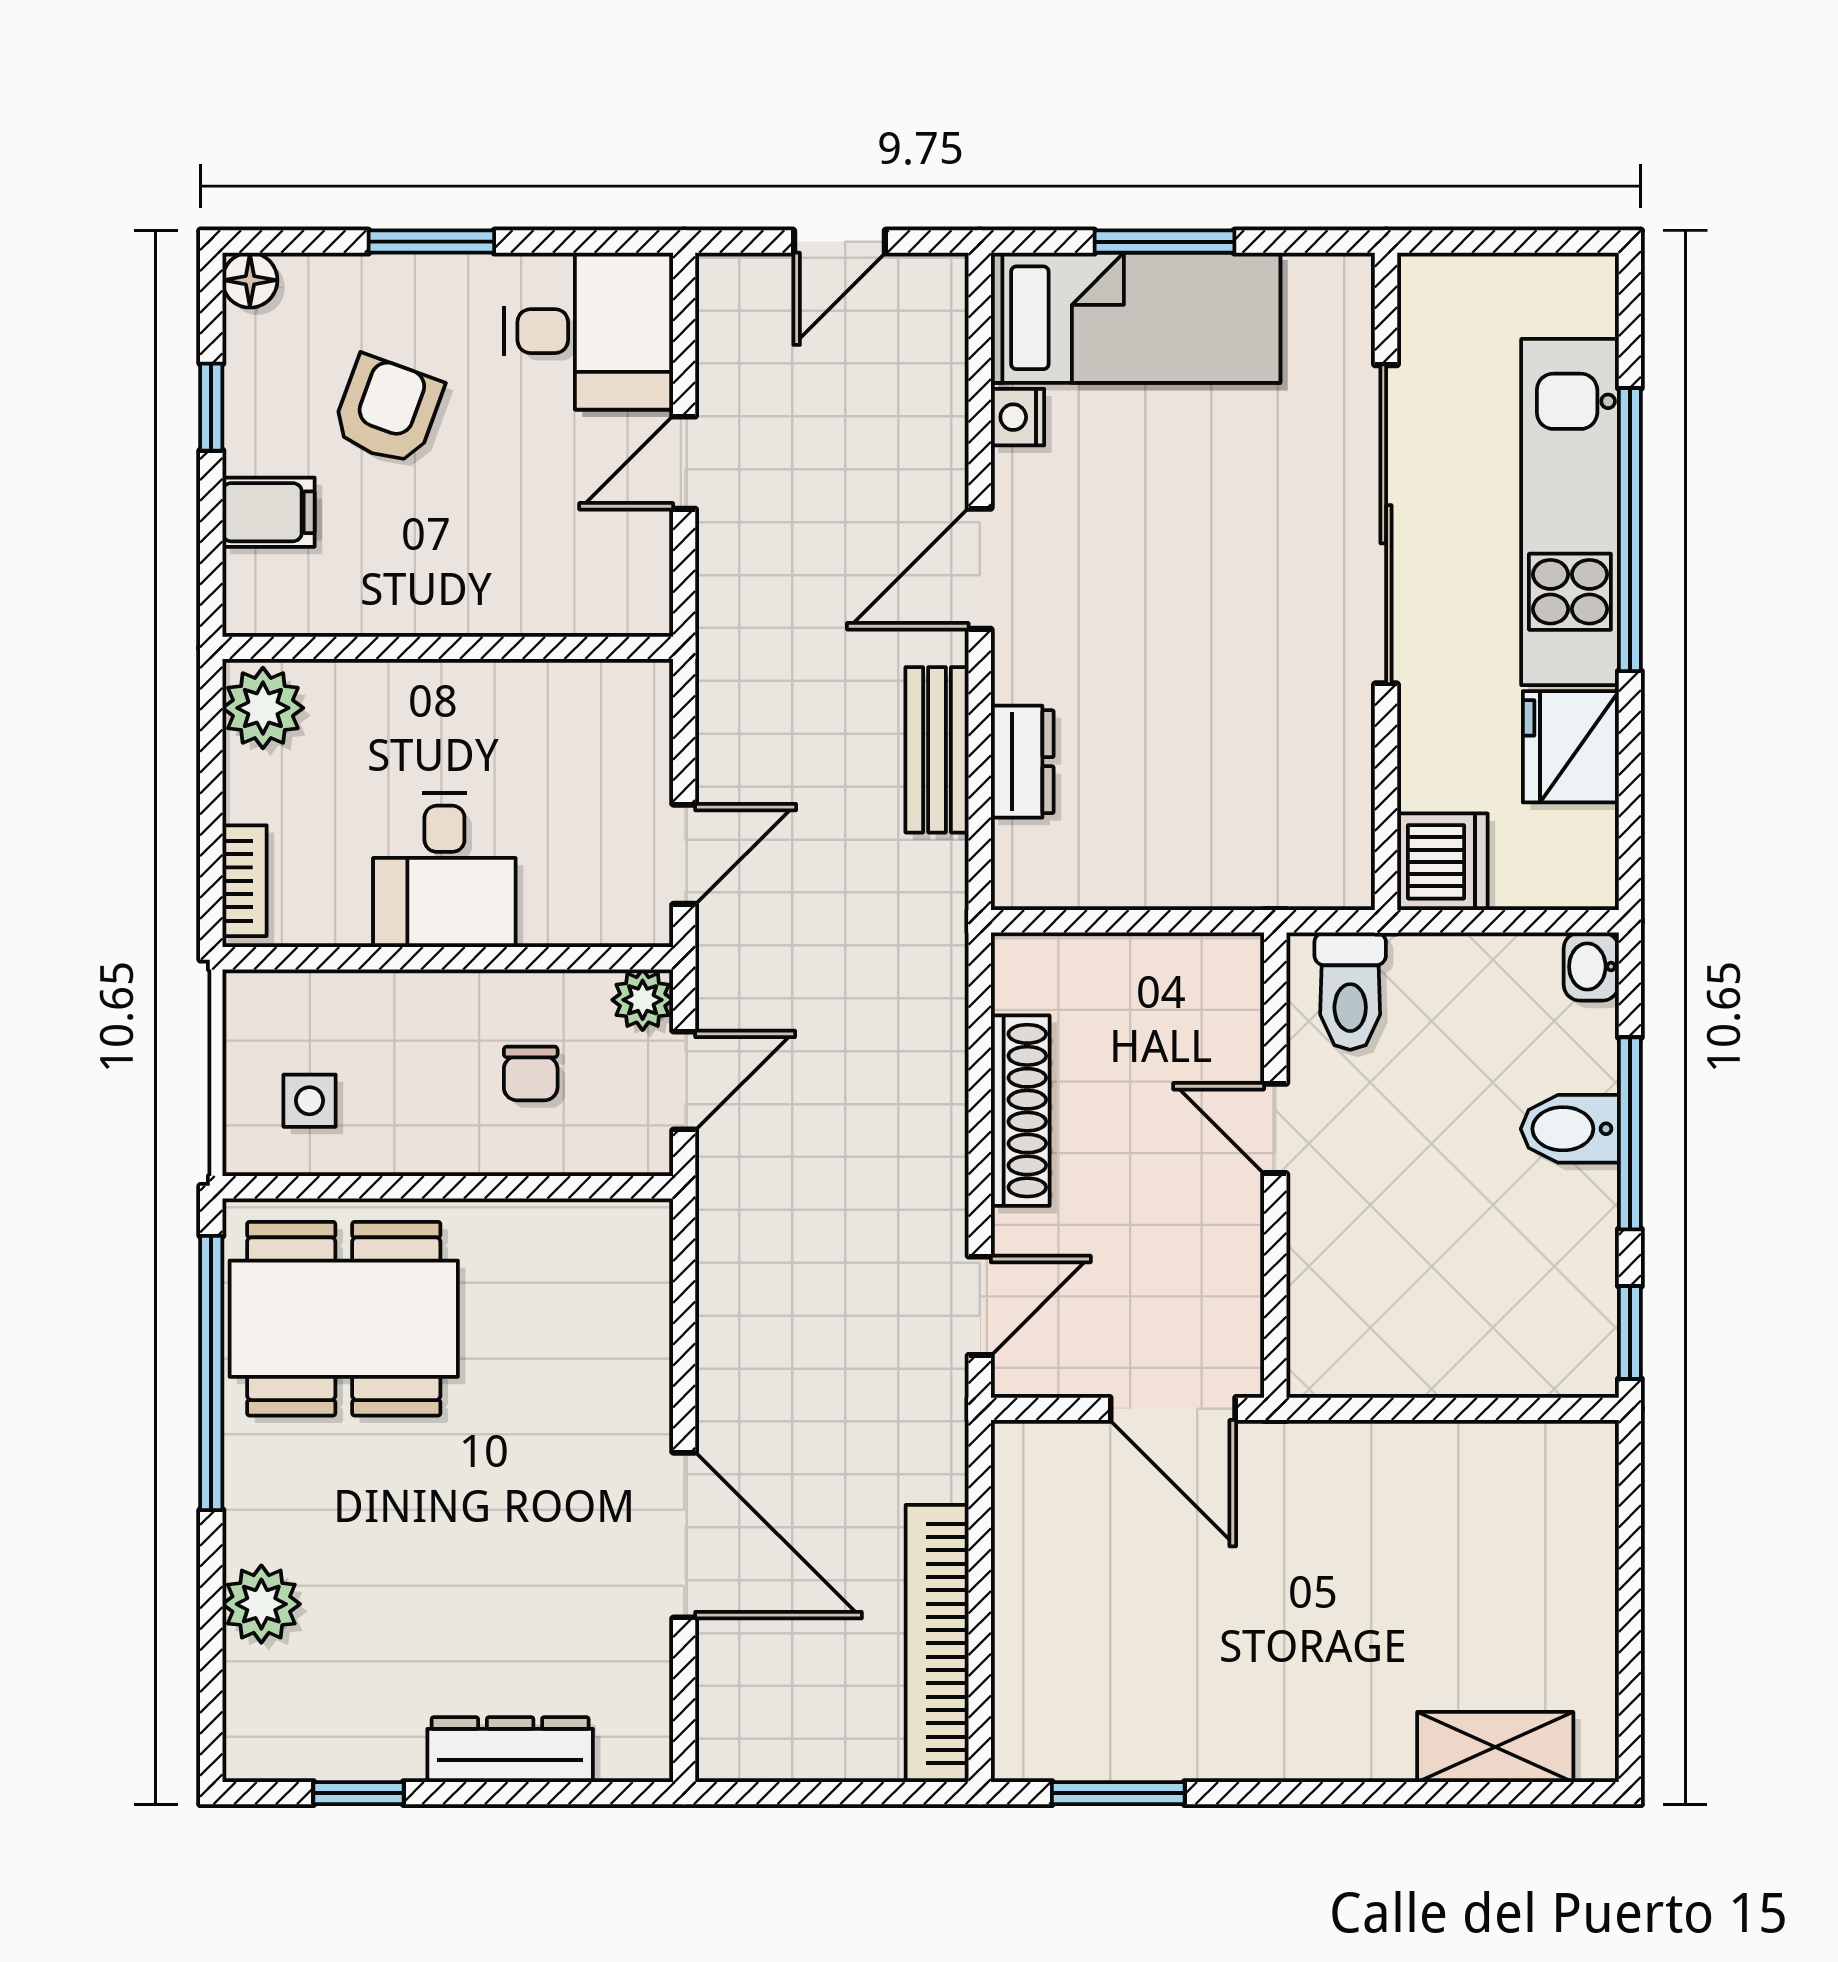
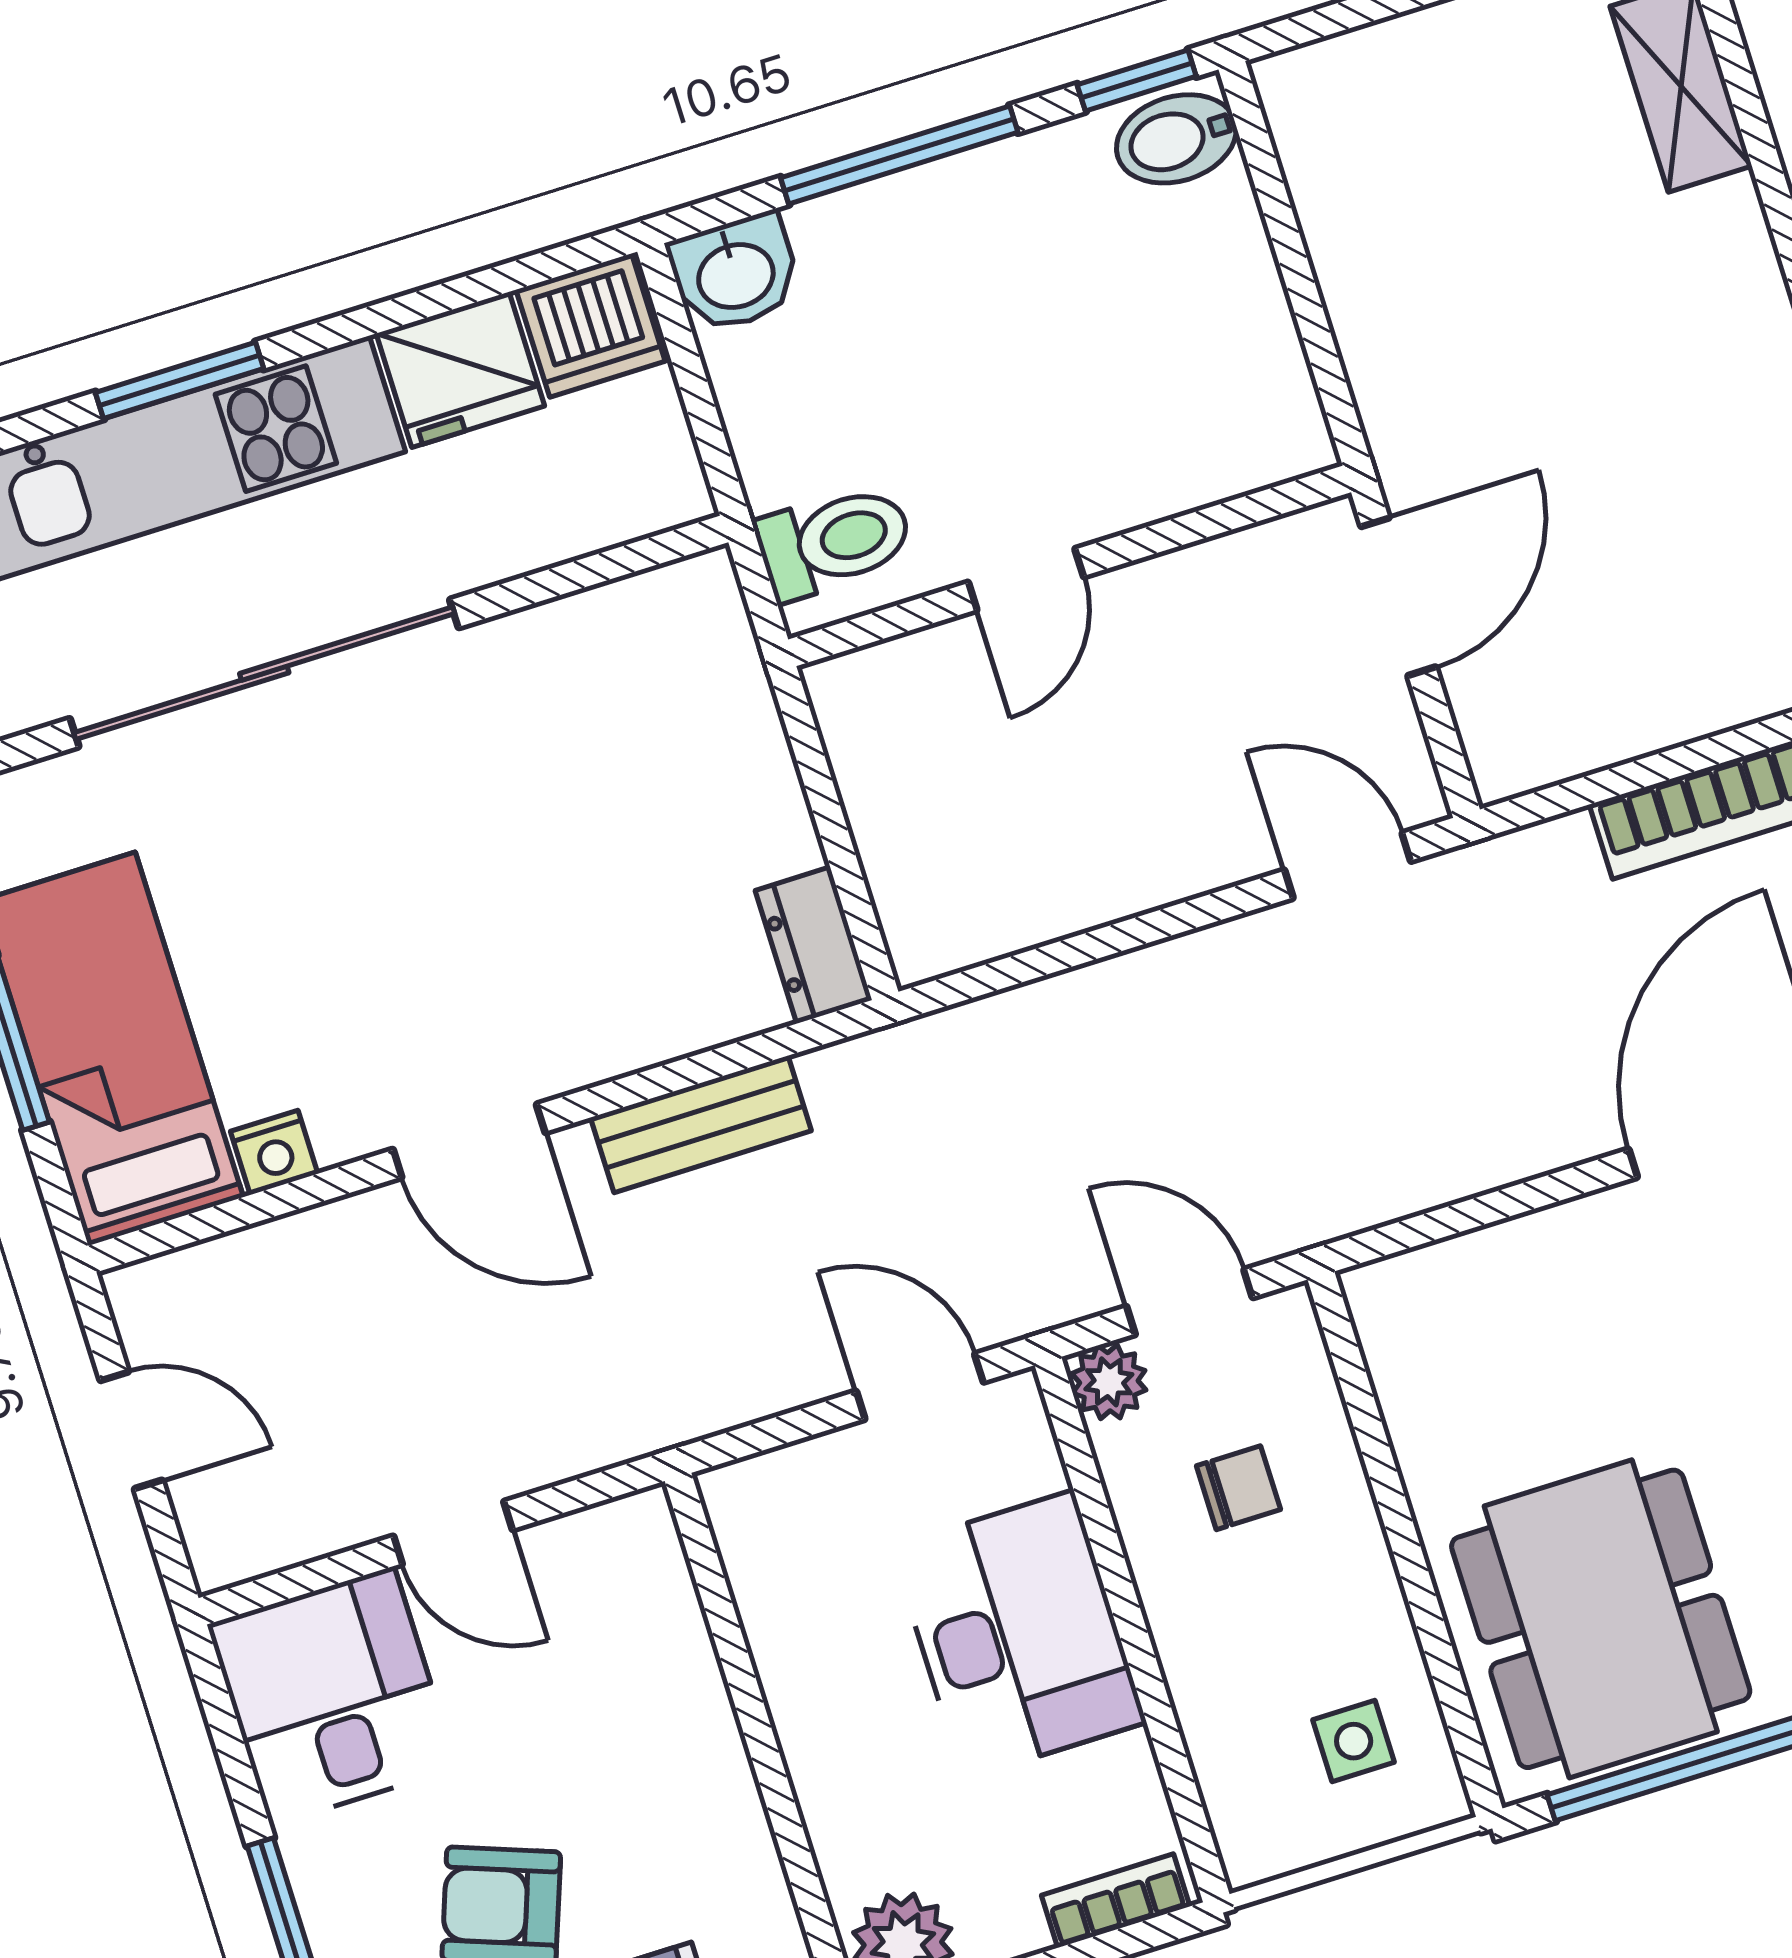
window: (1630, 530) -> (179, 380), width x0.47
dresser: (1022, 762) -> (814, 945), moved, turned -90
dishwasher: (1442, 862) -> (591, 325), moved, turned 180
desk: (444, 870) -> (1019, 1635), width x1.37
washbasin: (1591, 967) -> (735, 273), width x1.38, depth x1.45
shoe rack: (1020, 1111) -> (1100, 890), removed
bidet: (1570, 1129) -> (1176, 139), moved, turned 90

